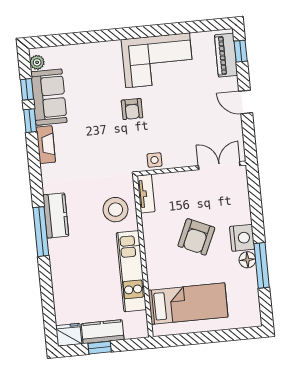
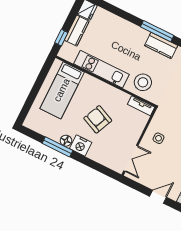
side table: (154, 160) -> (159, 138), moved
window: (100, 348) -> (61, 38), moved

